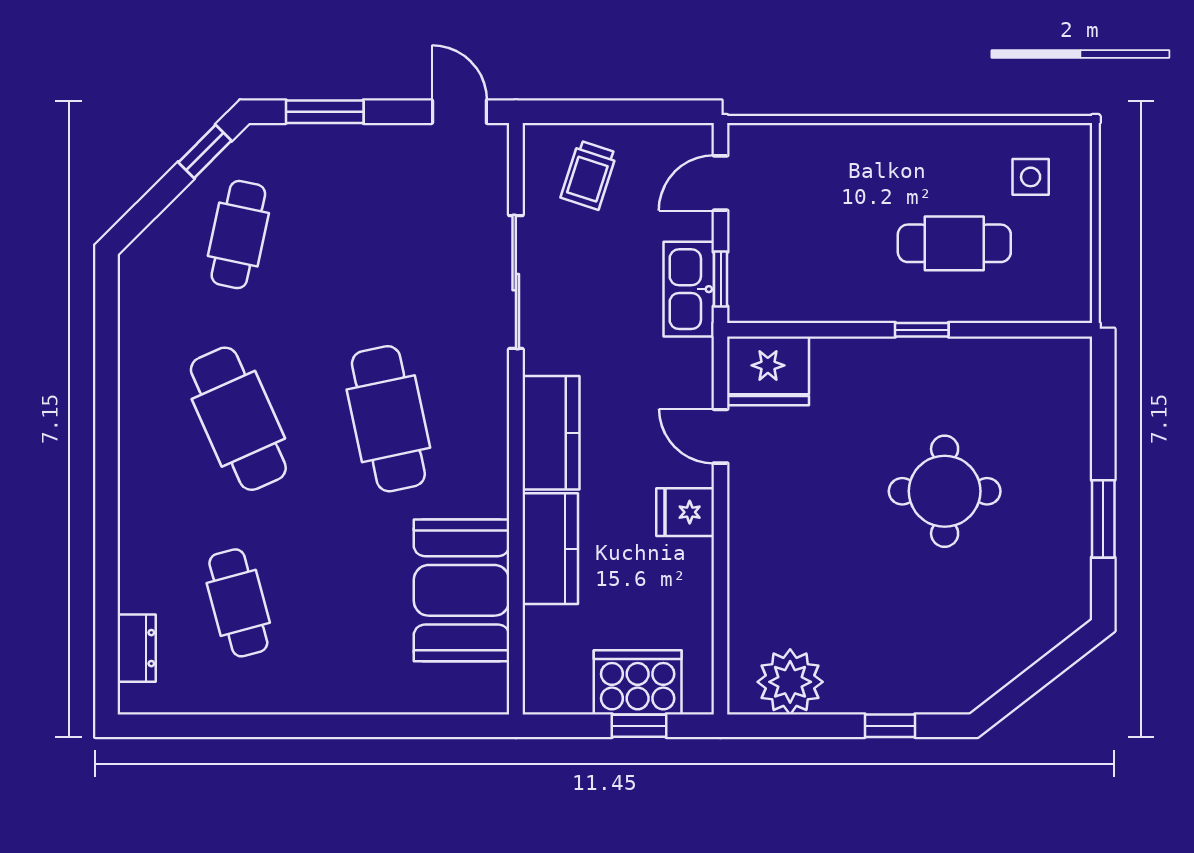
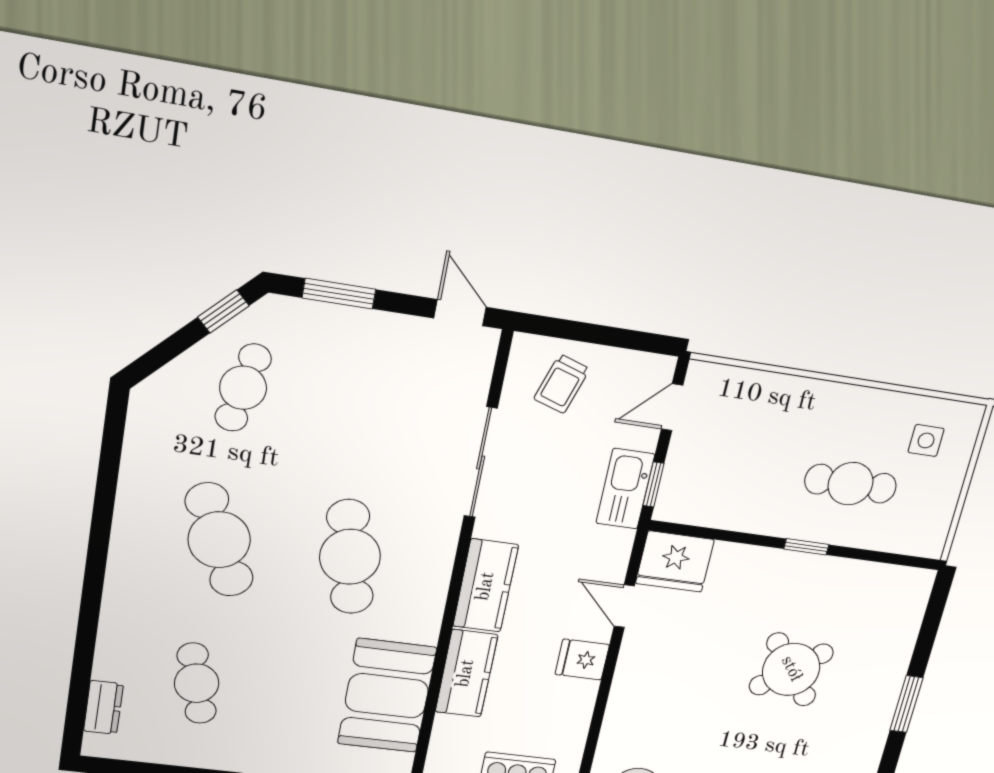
round table: (945, 491) -> (791, 669), turned -38

